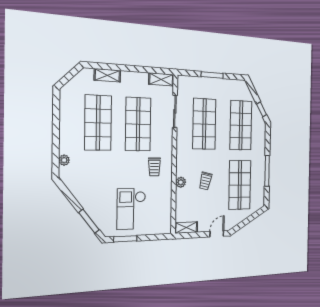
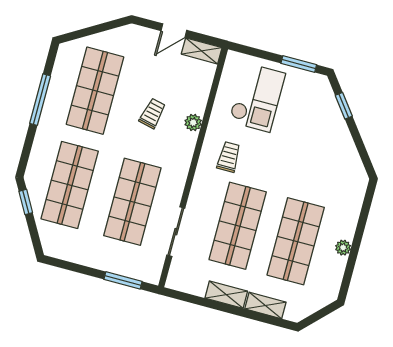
window: (212, 75) -> (123, 280), moved
shelving: (161, 79) -> (226, 295), moved
plant: (64, 160) -> (343, 248), moved
checkout: (131, 209) -> (257, 97), moved
window: (89, 221) -> (344, 106), width x0.67
door: (217, 234) -> (174, 31), moved

